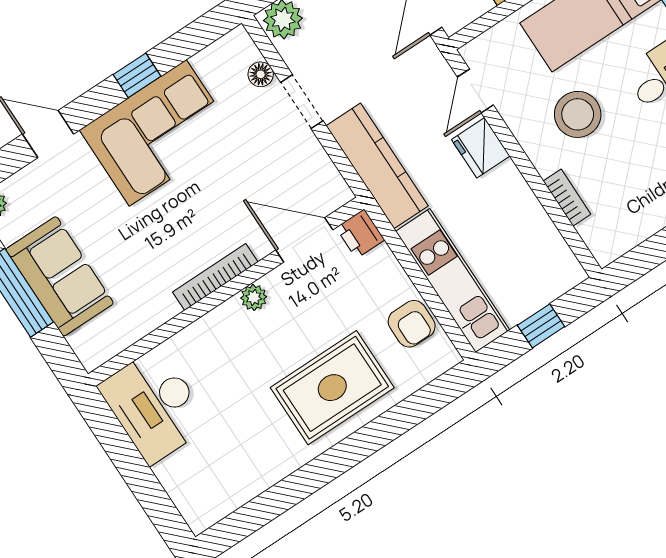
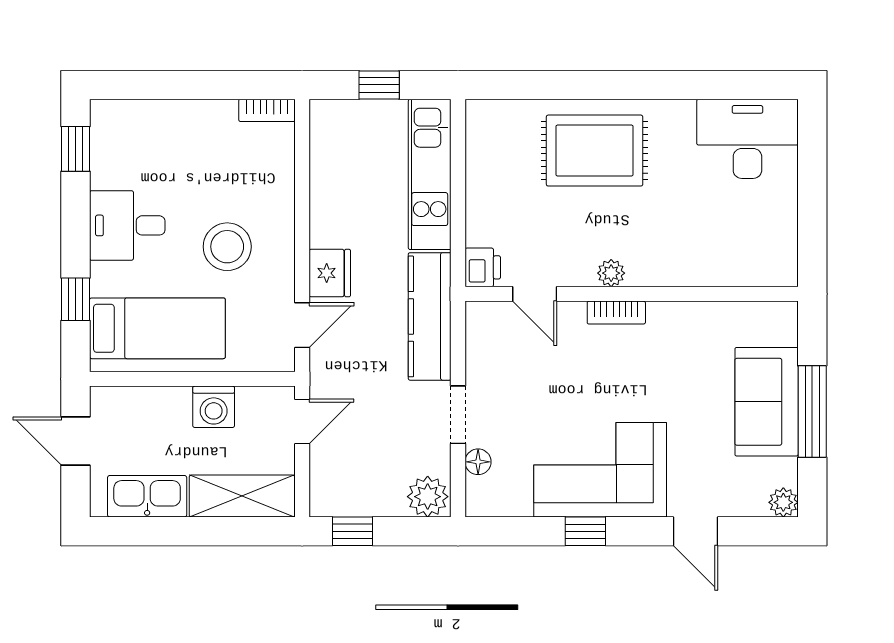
bookcase: (567, 198) -> (267, 110), moved, turned -90
door: (304, 240) -> (535, 294), width x0.73
bookcase: (215, 277) -> (616, 313), width x0.64
armchair: (412, 324) -> (490, 160), removed
desk: (154, 406) -> (747, 139), moved, turned -90

